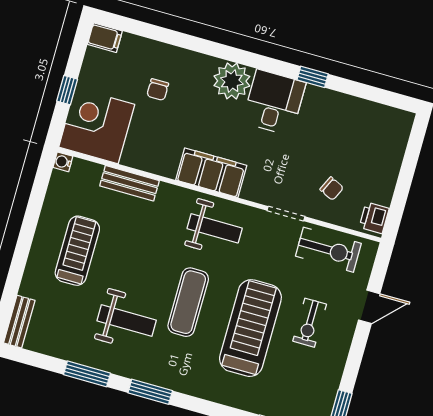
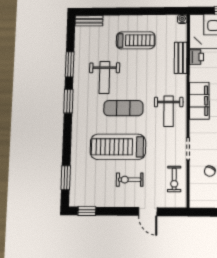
printer: (374, 218) -> (196, 57), moved, turned 90
exercise bike: (328, 250) -> (174, 179), width x0.73, depth x0.72
treadmill: (250, 328) -> (118, 147), turned 180

